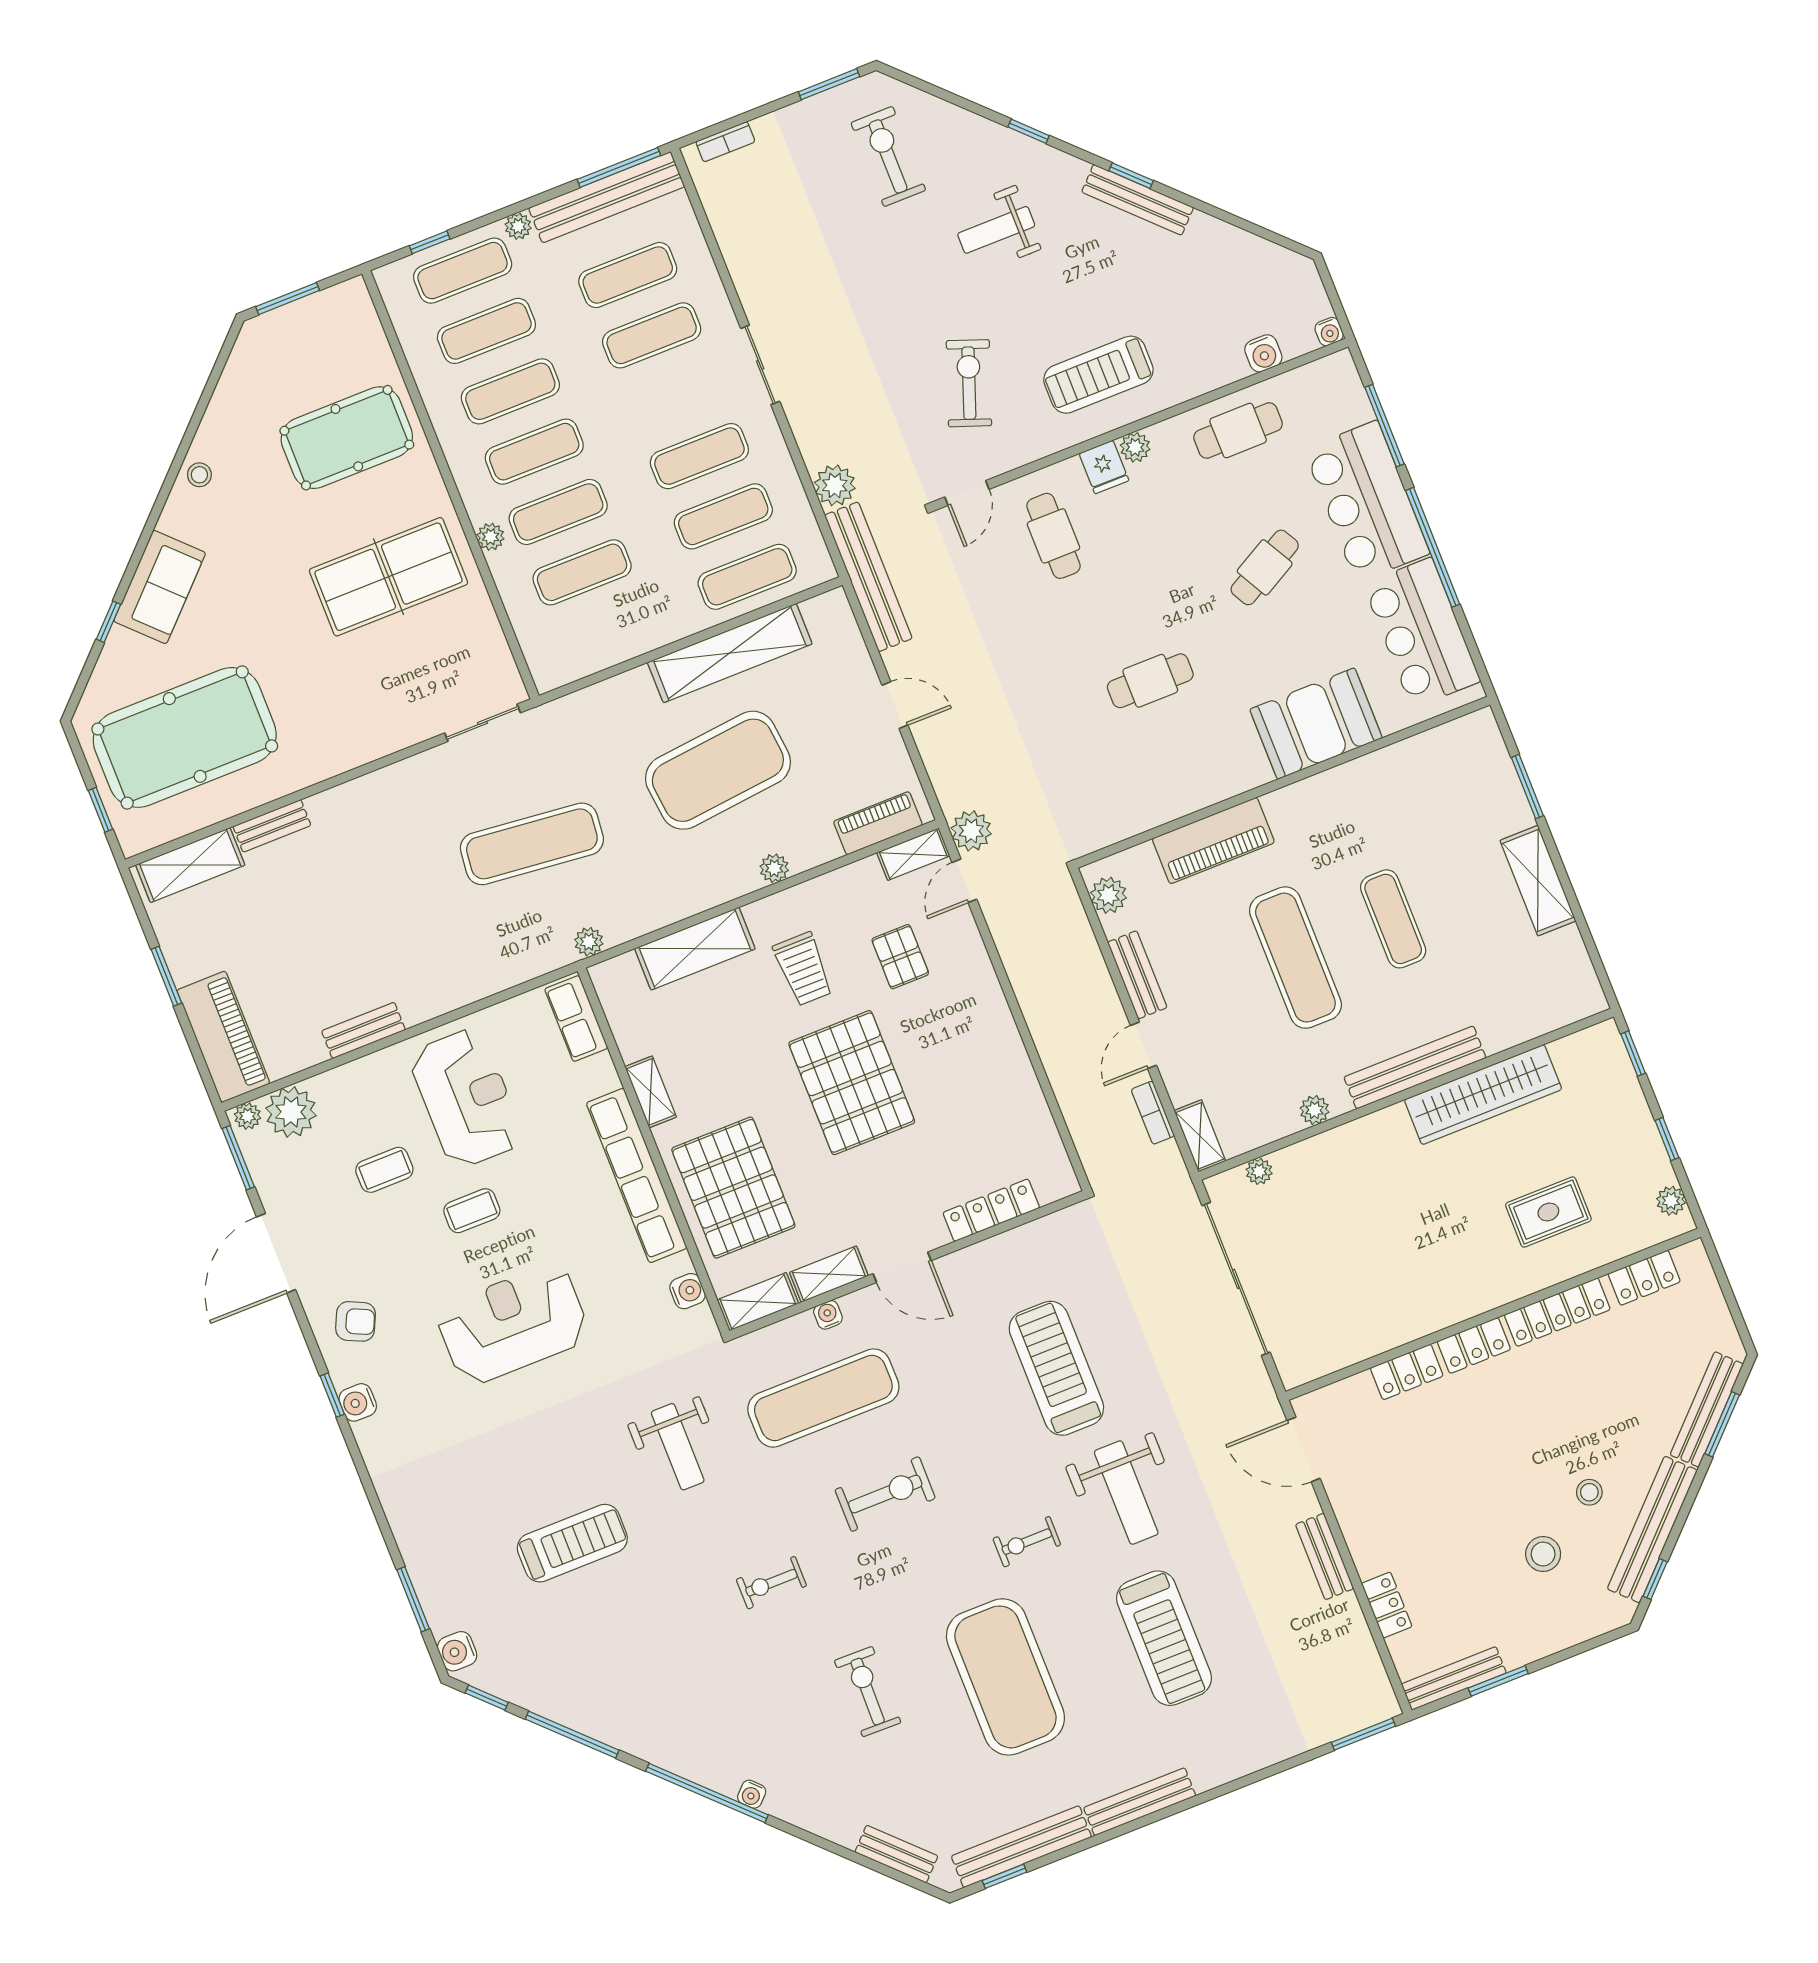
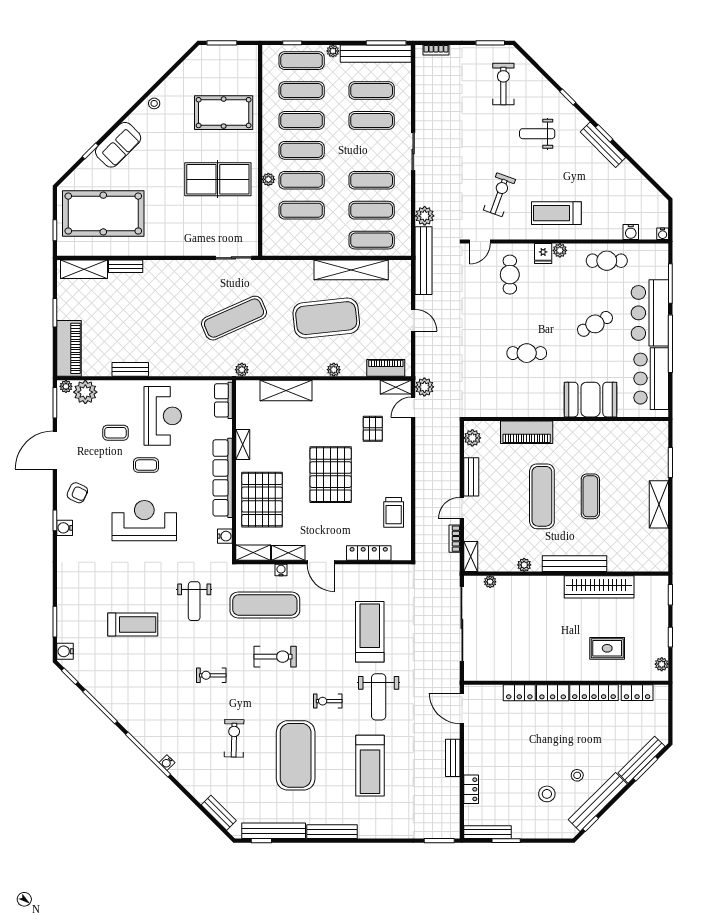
exercise mat: (532, 844) -> (234, 318), turned -30
trolley: (803, 969) -> (394, 512), moved

